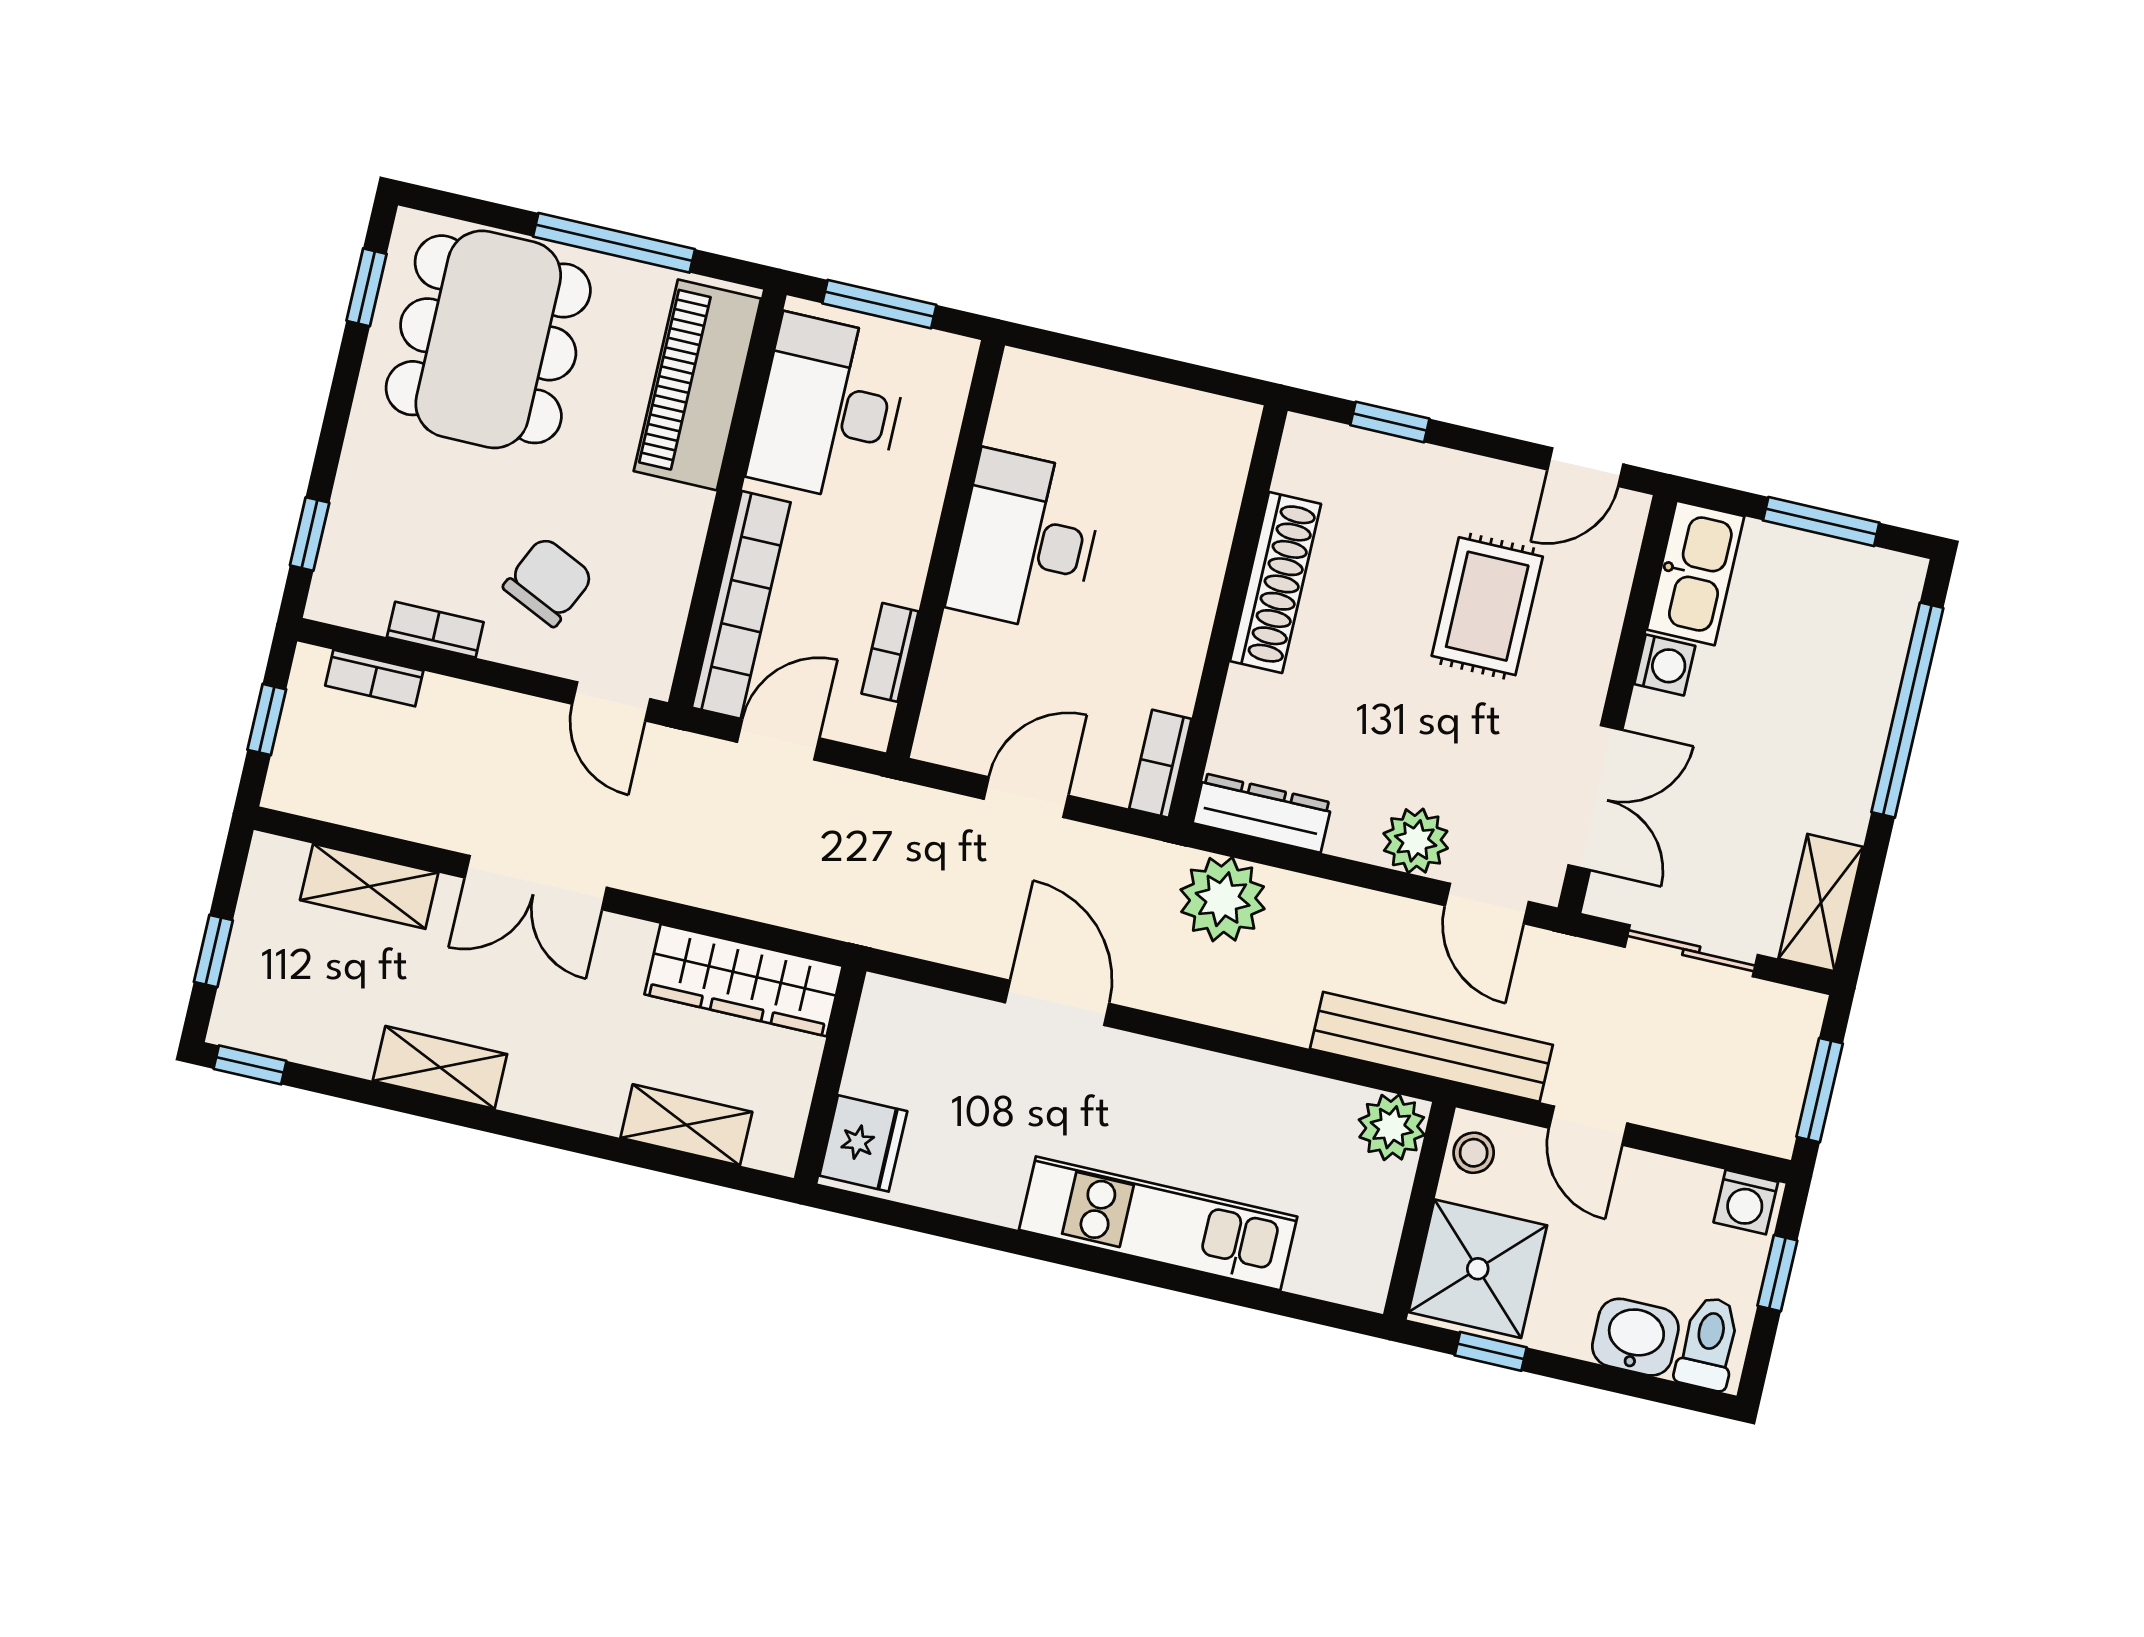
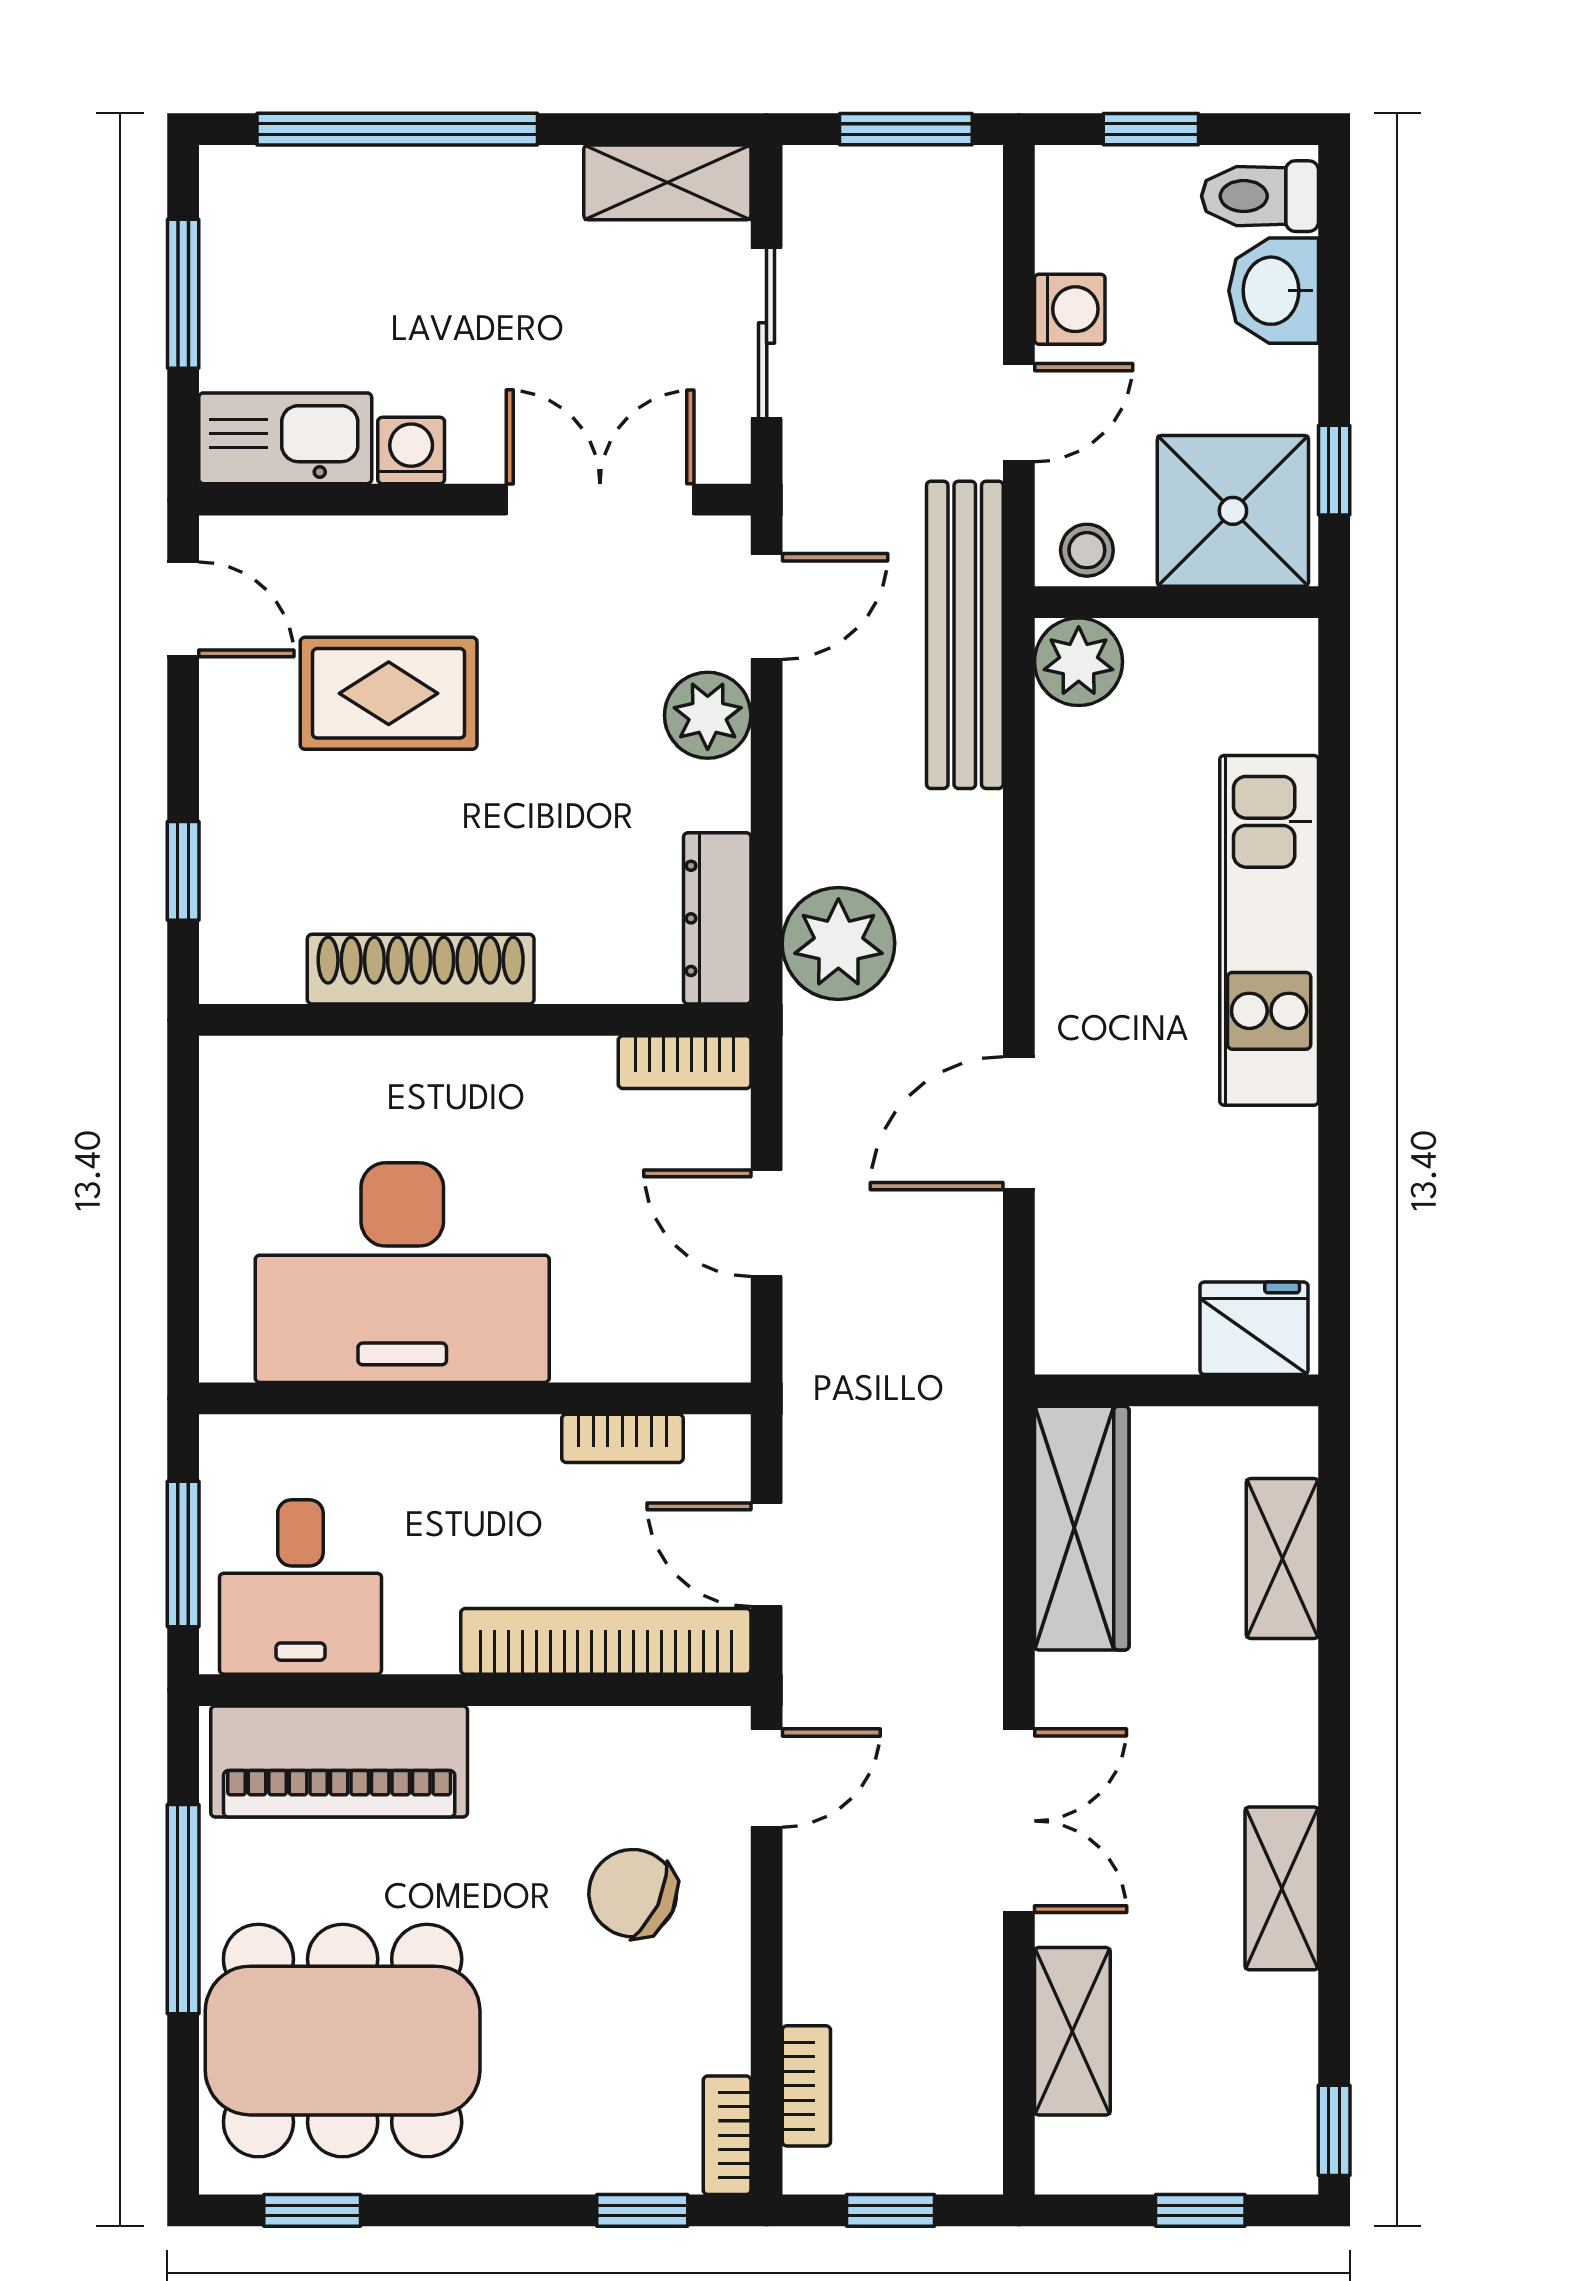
desk: (829, 409) -> (300, 1587), width x0.73
desk: (1026, 541) -> (402, 1273), width x1.36, depth x1.30
bookcase: (435, 630) -> (727, 2135), moved
washing machine: (1746, 1202) -> (1070, 309), moved

